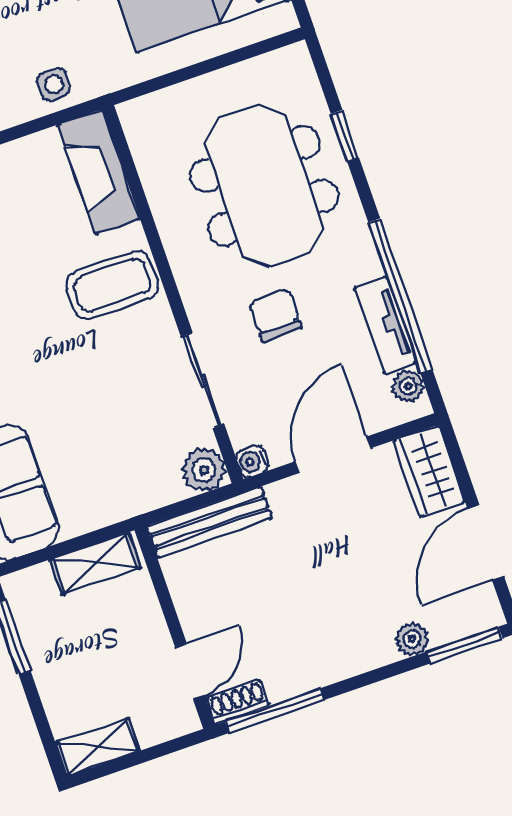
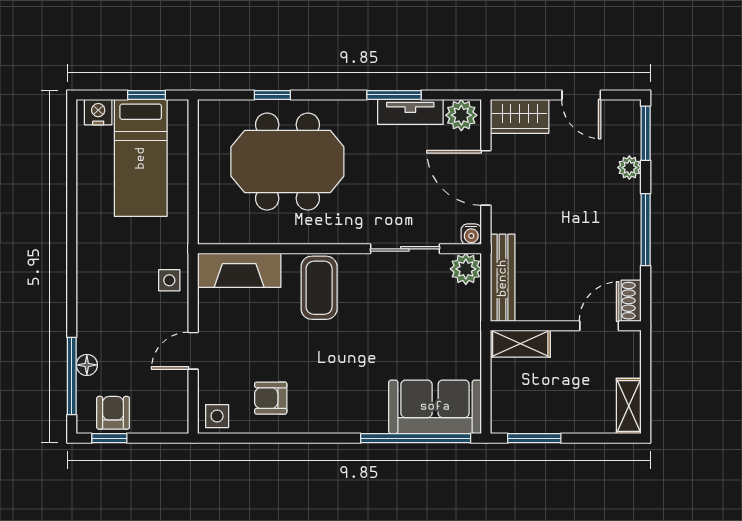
window: (400, 296) -> (394, 95), width x0.47
chair: (275, 315) -> (378, 184), removed
plant: (408, 386) -> (461, 115), width x1.38, depth x1.38
door: (486, 543) -> (581, 95), width x0.73
shelving: (95, 564) -> (520, 344), moved, turned 90
door: (190, 671) -> (599, 326), hinge flipped
window: (275, 711) -> (646, 230), moved

